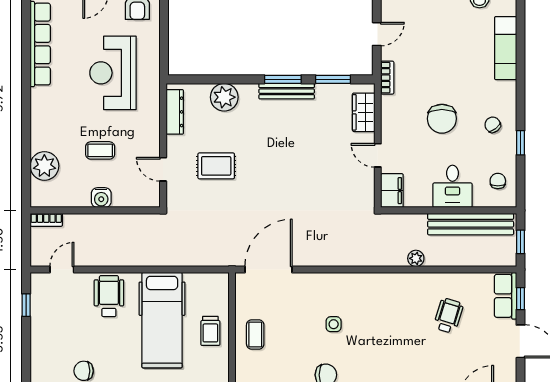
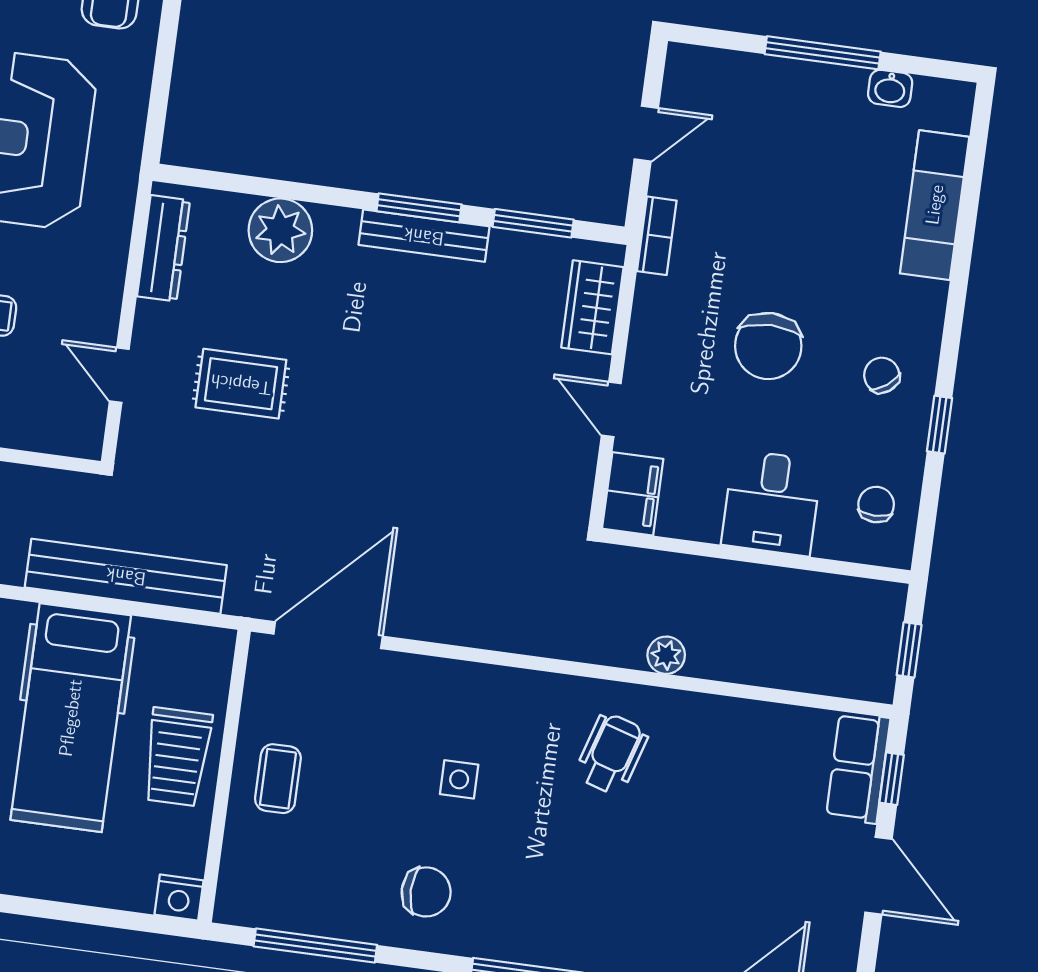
bench: (471, 224) -> (126, 576), moved
wheelchair: (448, 316) -> (611, 754), moved
trolley: (210, 331) -> (177, 757), width x1.36, depth x1.39

